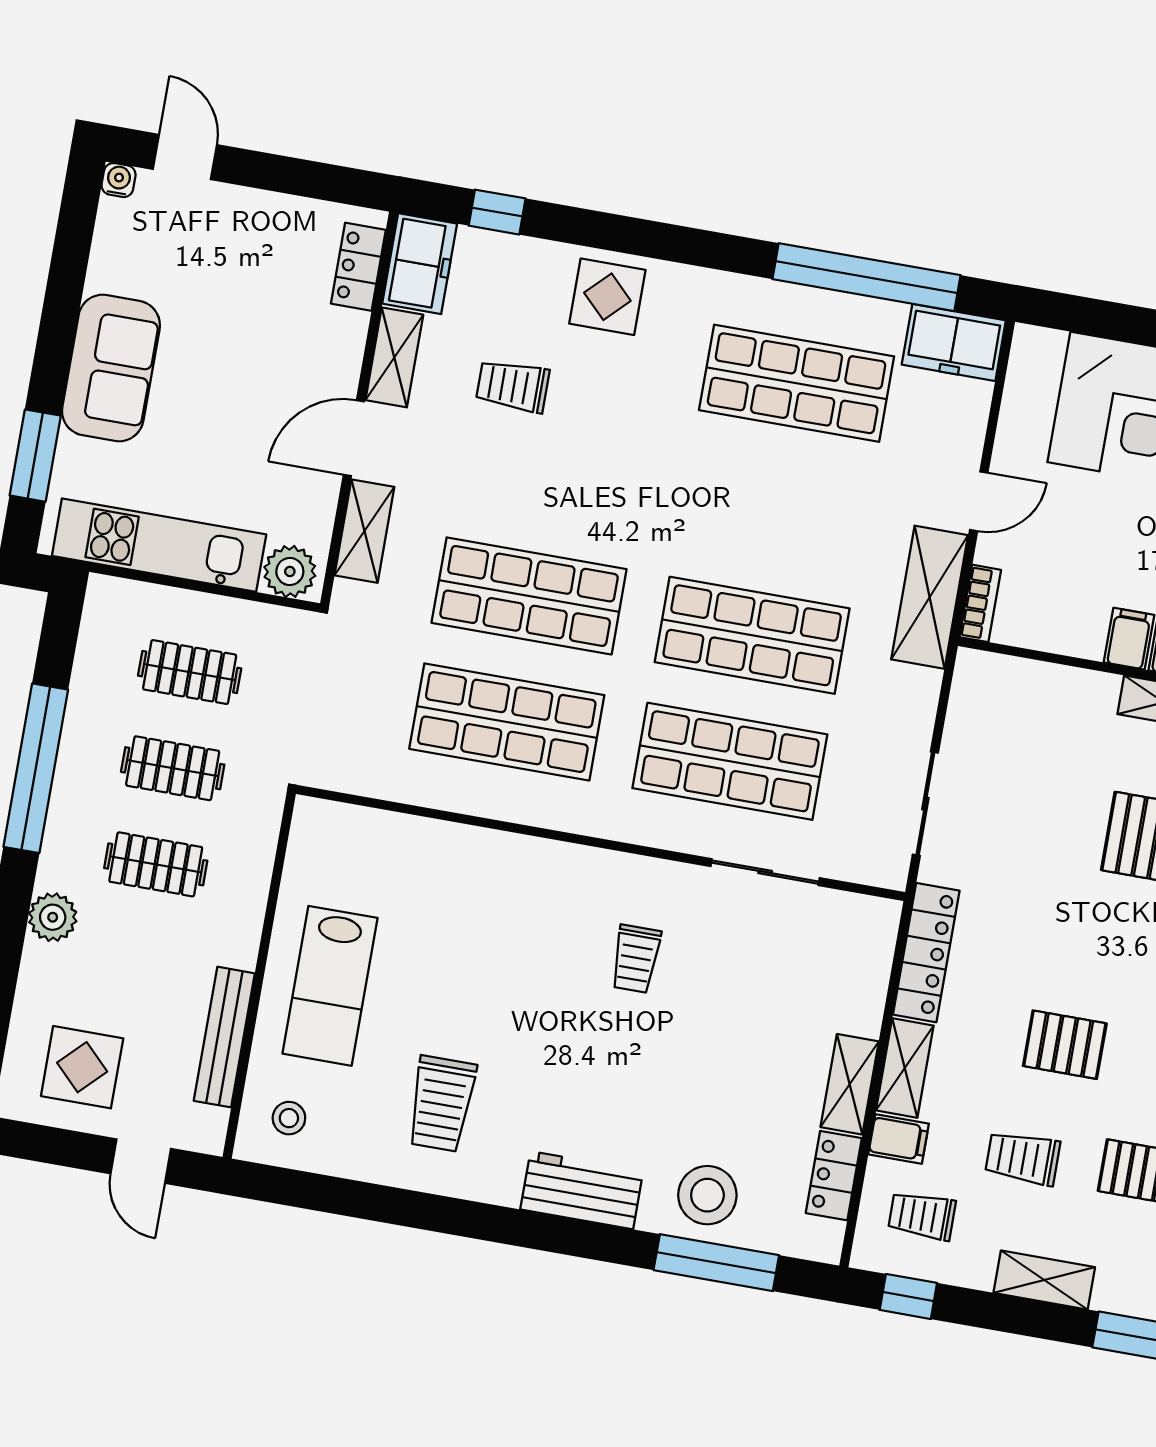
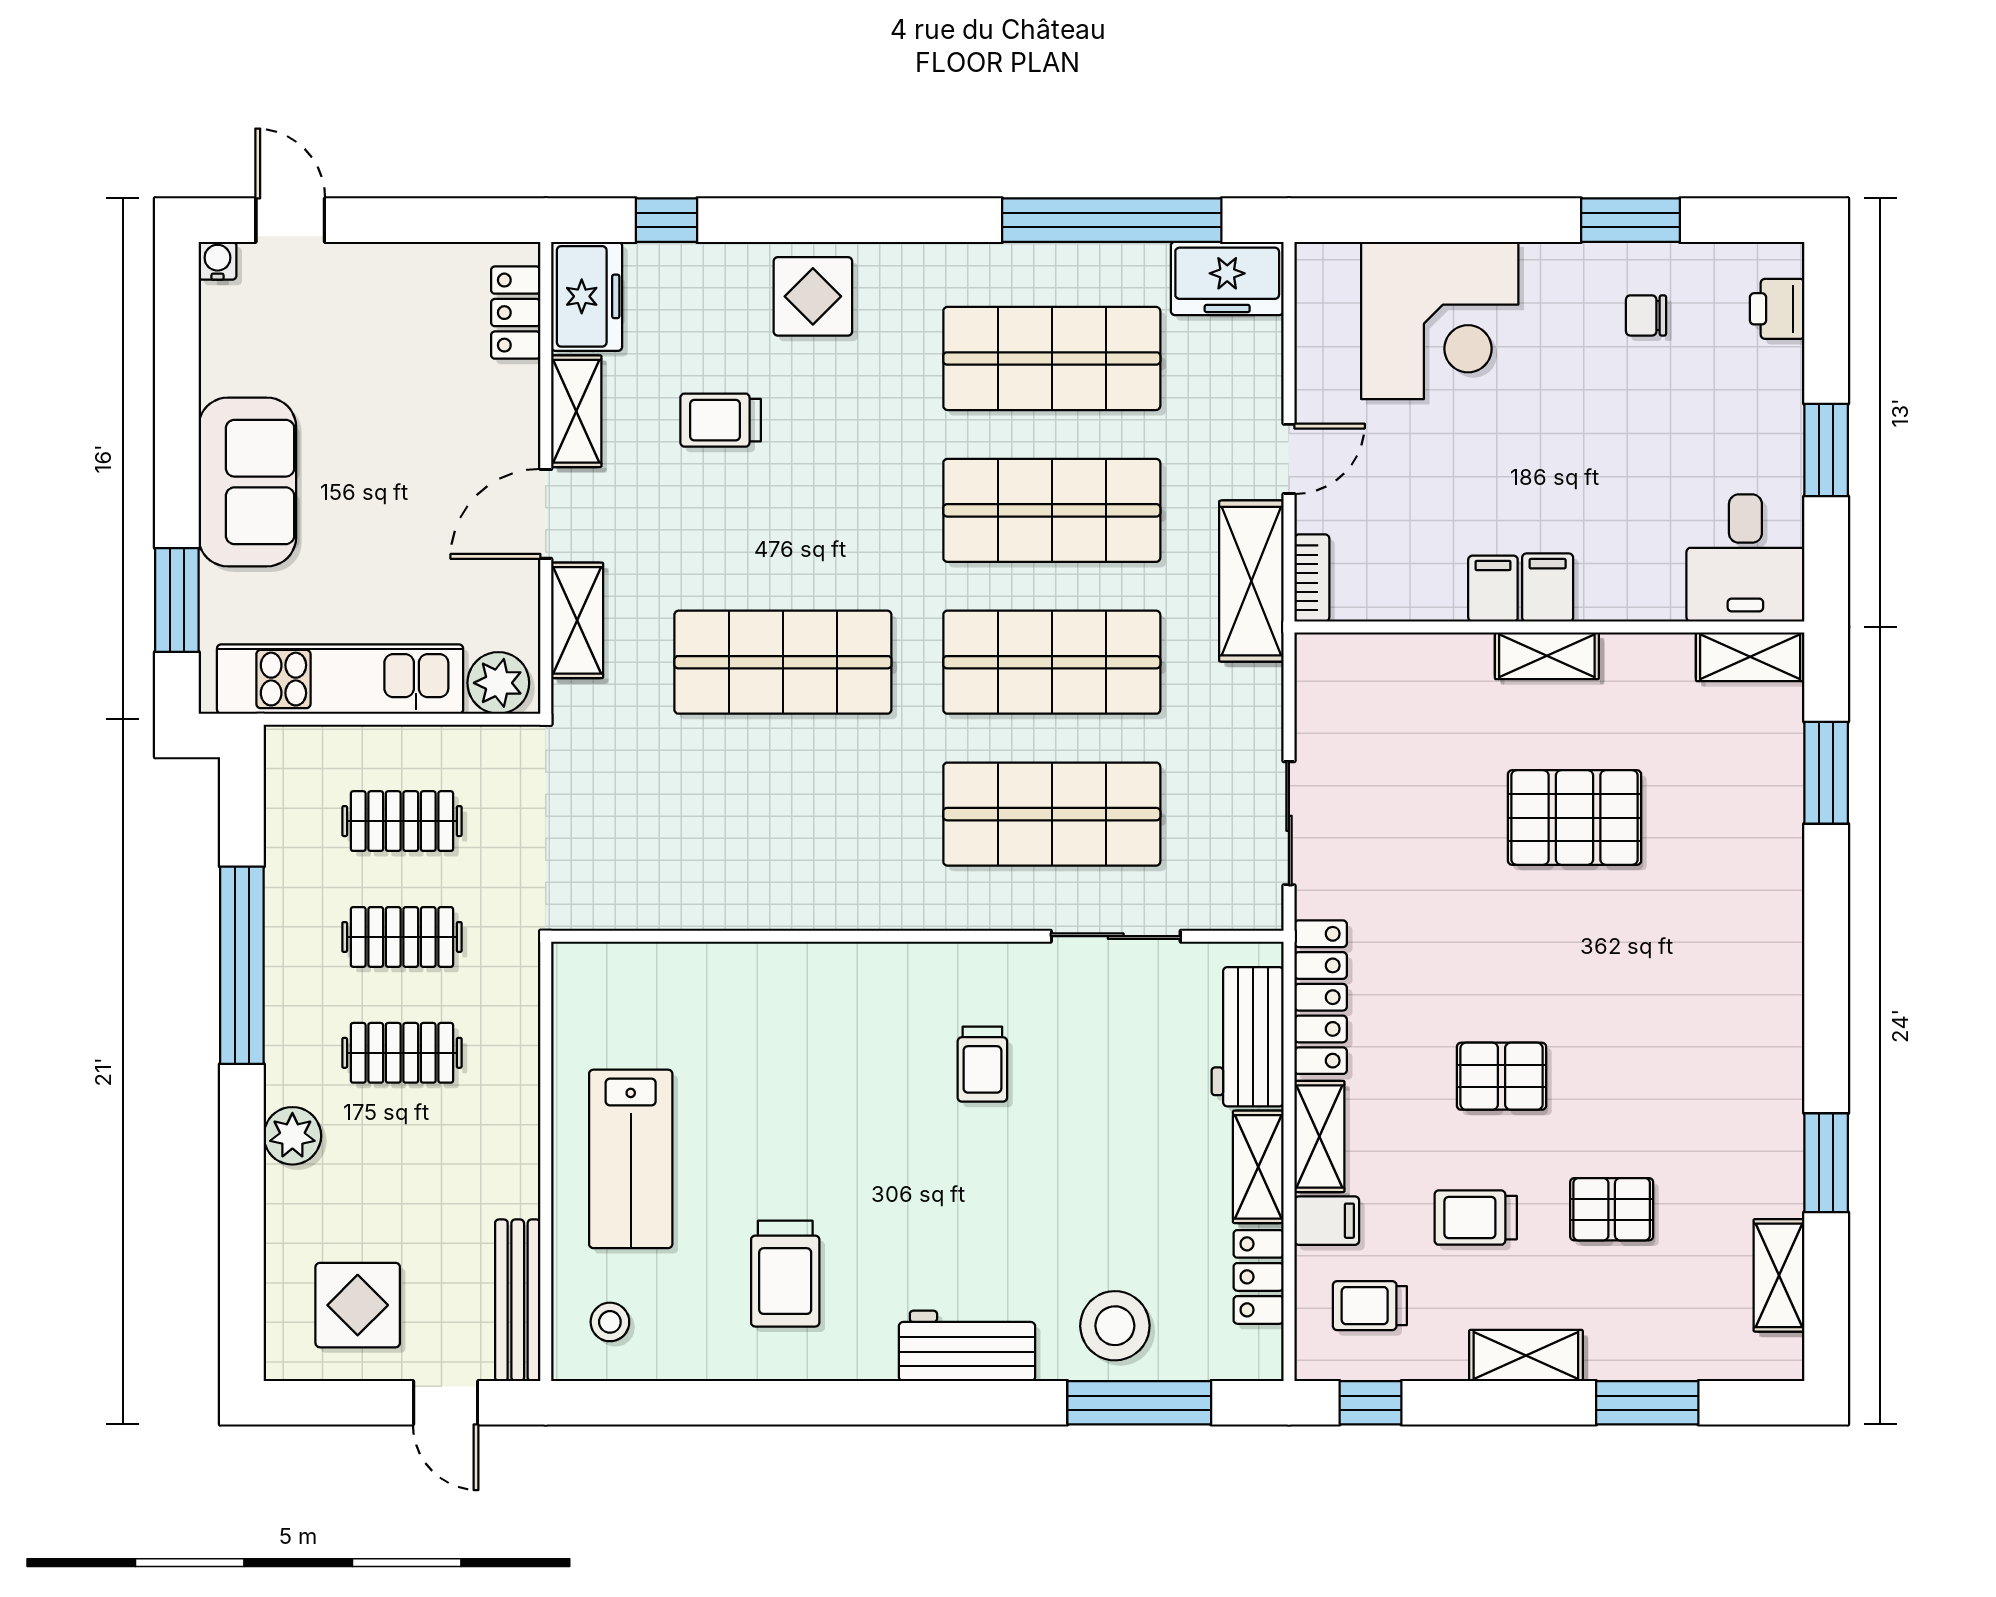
shop shelf: (507, 722) -> (1052, 510), moved
workbench: (860, 975) -> (1248, 1037), added
bench: (224, 1037) -> (518, 1300), moved

